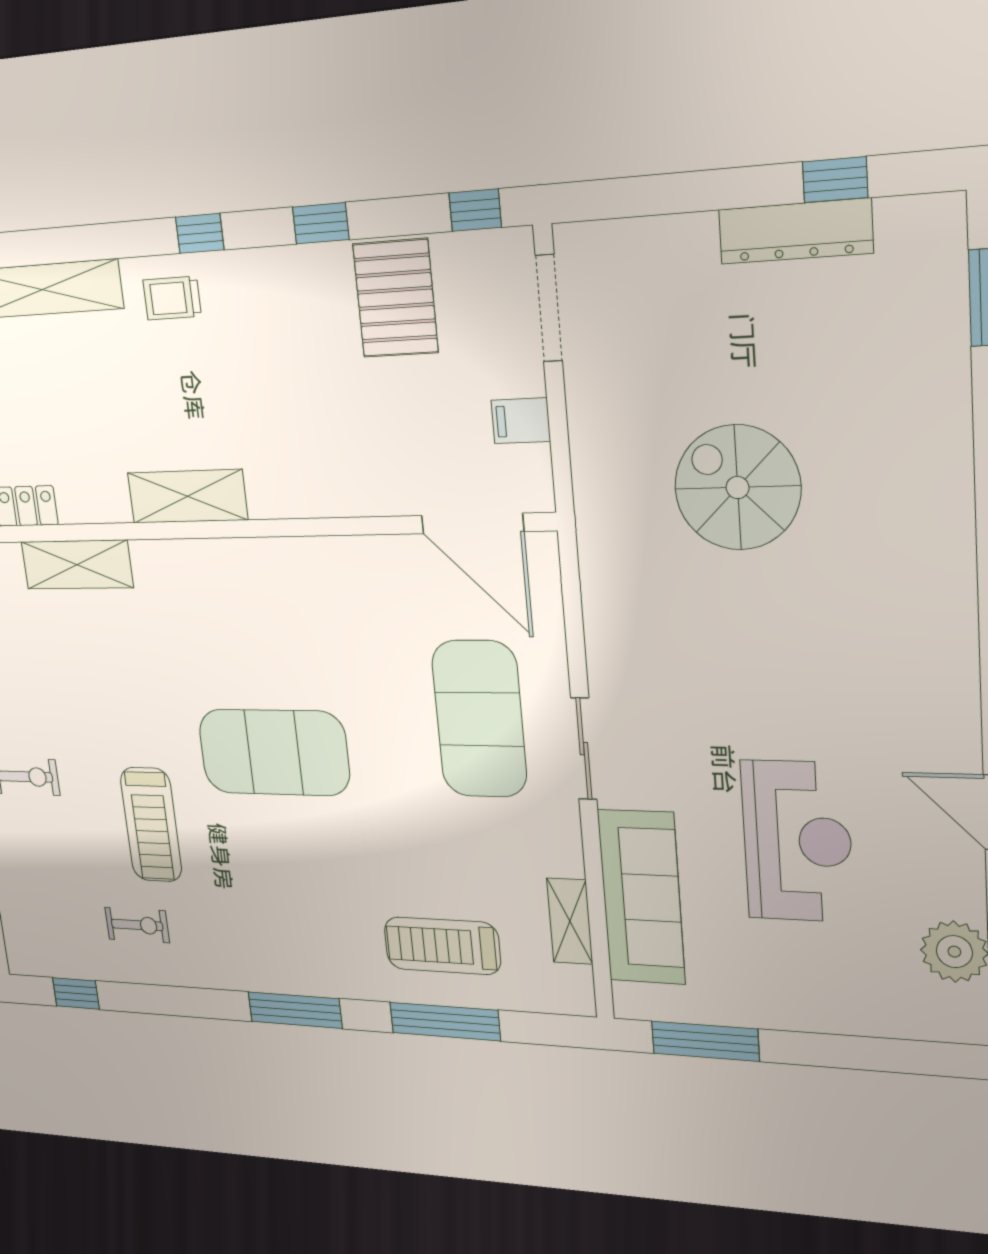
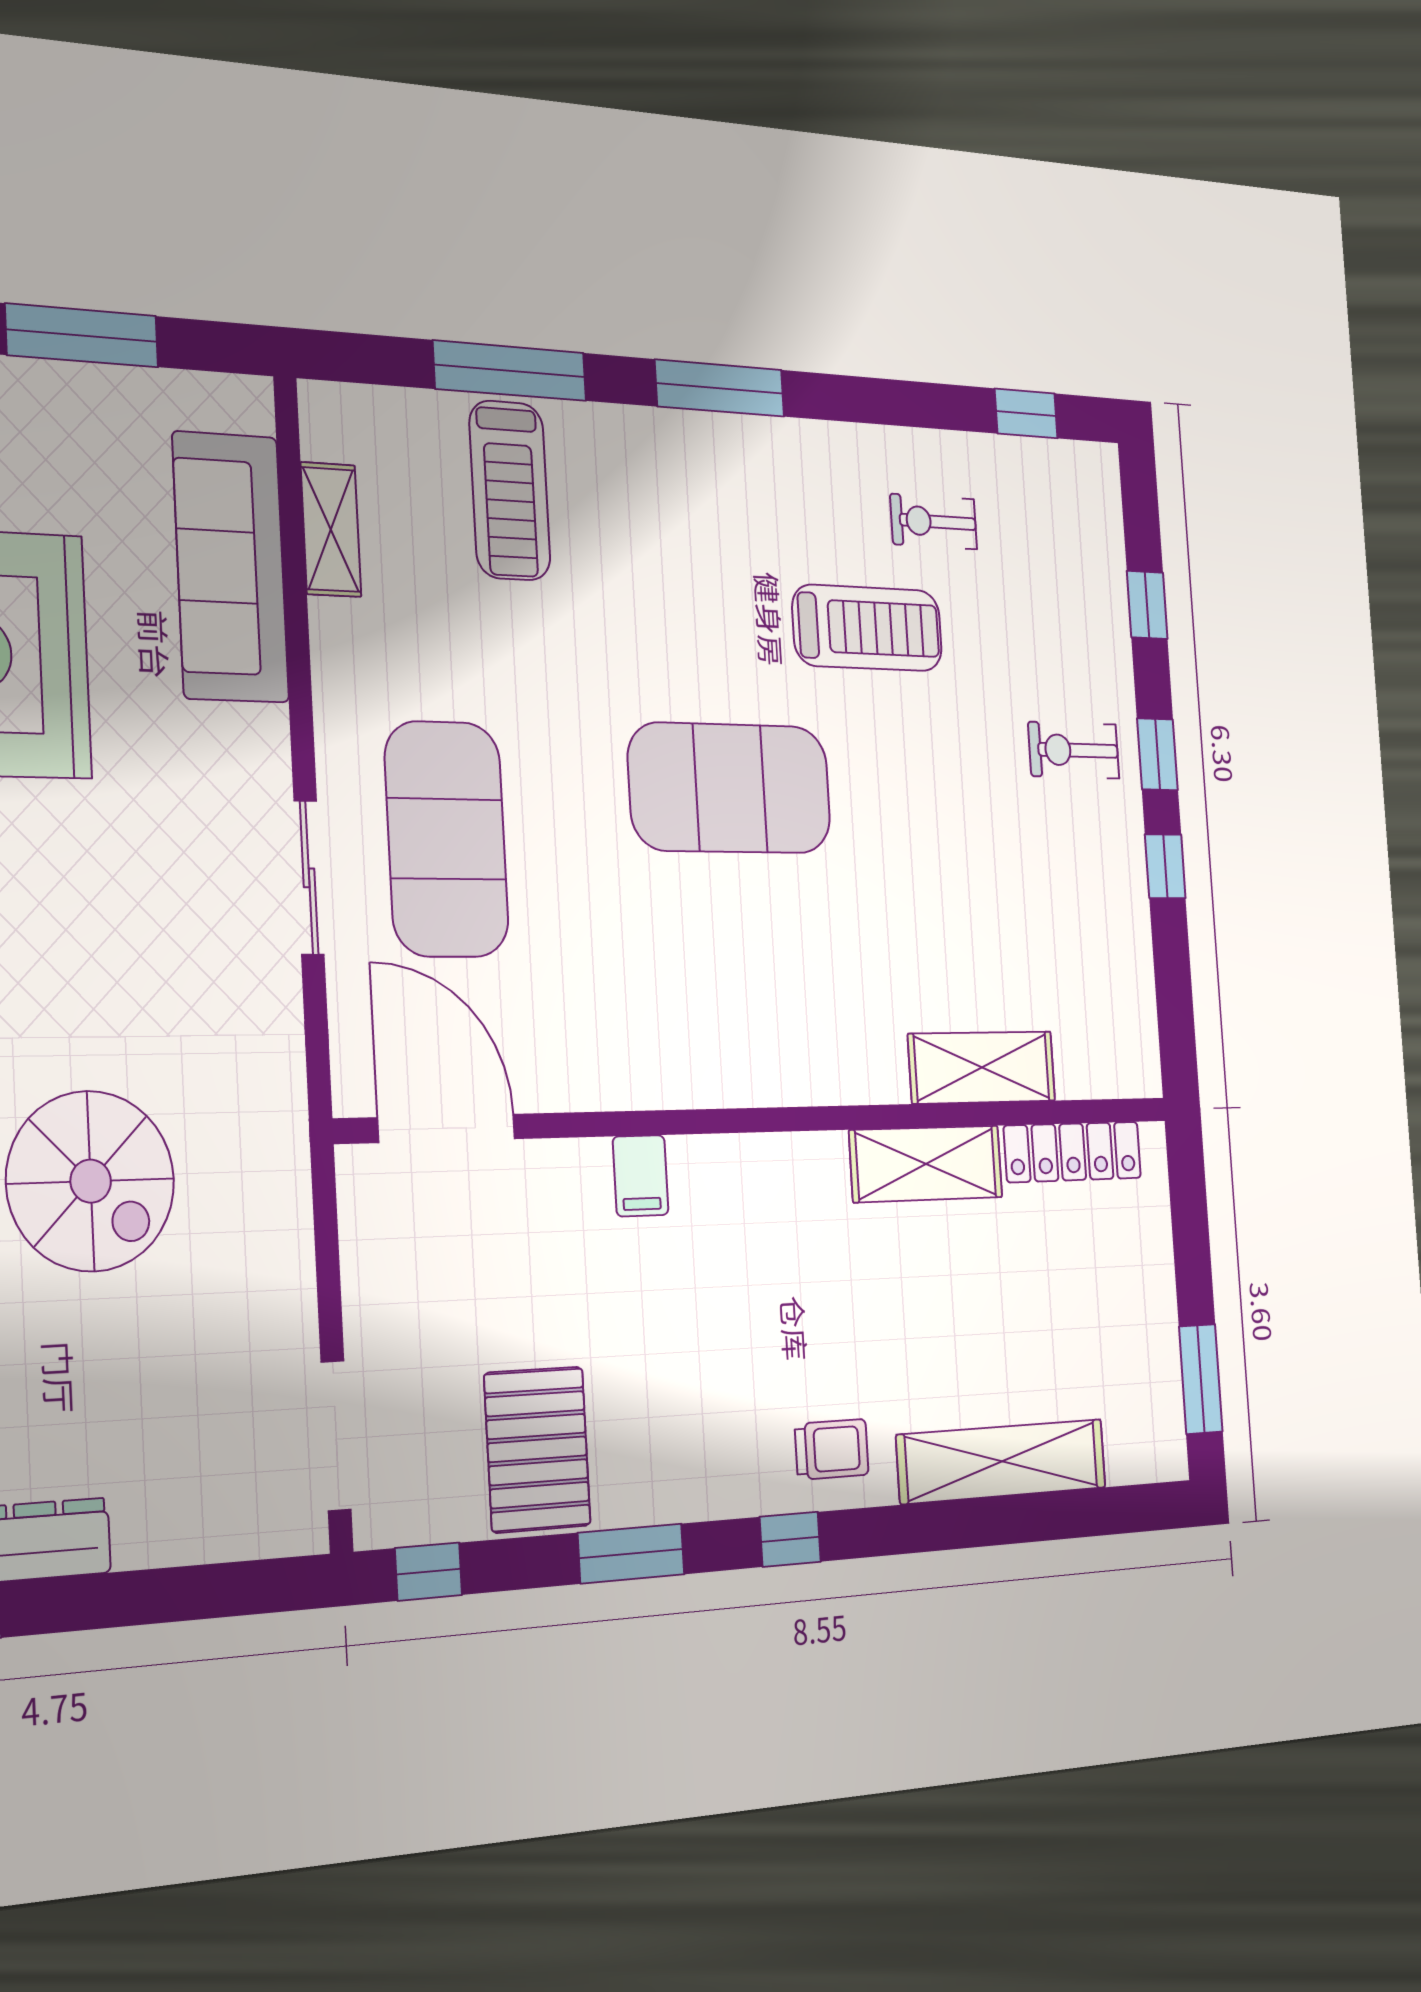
window: (321, 223) -> (631, 1554), width x1.50
filing cabinet: (521, 421) -> (641, 1176), moved, turned 90
shelving: (187, 496) -> (926, 1164), moved
sliding door: (584, 749) -> (309, 878), moved
treadmill: (151, 825) -> (867, 628), moved, turned 90
treadmill: (442, 946) -> (510, 490), turned 90
window: (705, 1041) -> (82, 335), moved

